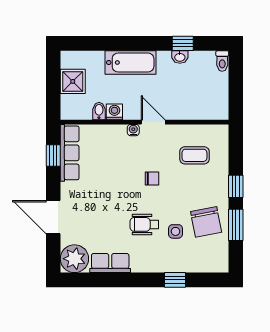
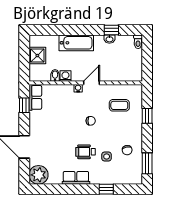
door: (153, 122) -> (91, 83), hinge flipped
row of seats: (70, 153) -> (35, 97), width x0.68
window: (236, 186) -> (147, 116), moved
chair: (206, 222) -> (127, 150), width x0.54, depth x0.54
window: (236, 225) -> (147, 163), moved
row of seats: (110, 263) -> (76, 178), moved

